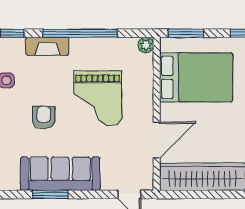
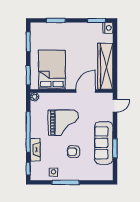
door: (157, 140) -> (86, 91), hinge flipped

